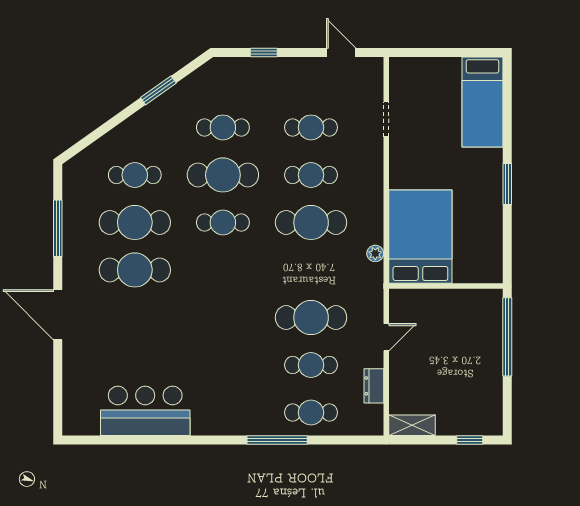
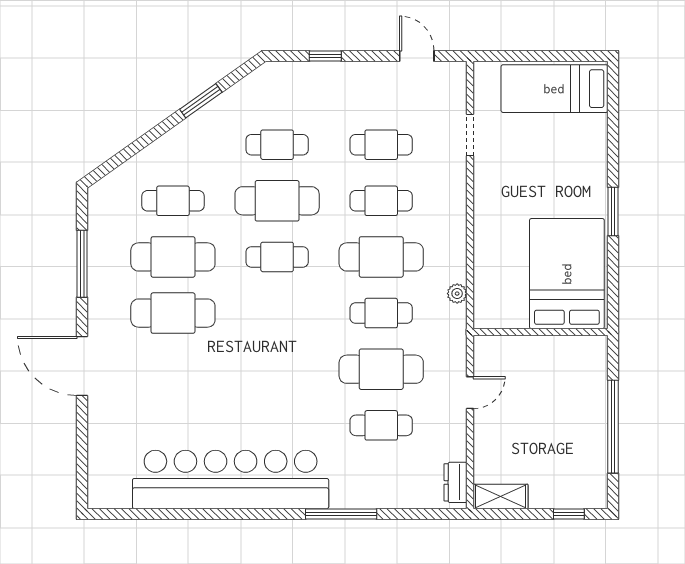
bed: (482, 102) -> (554, 89), moved, turned 90
bed: (420, 237) -> (567, 274), moved
window: (507, 337) -> (613, 427), moved
dresser: (374, 386) -> (456, 482), moved
bar counter: (145, 411) -> (231, 479), width x1.86
cafe table: (311, 413) -> (381, 313), moved

